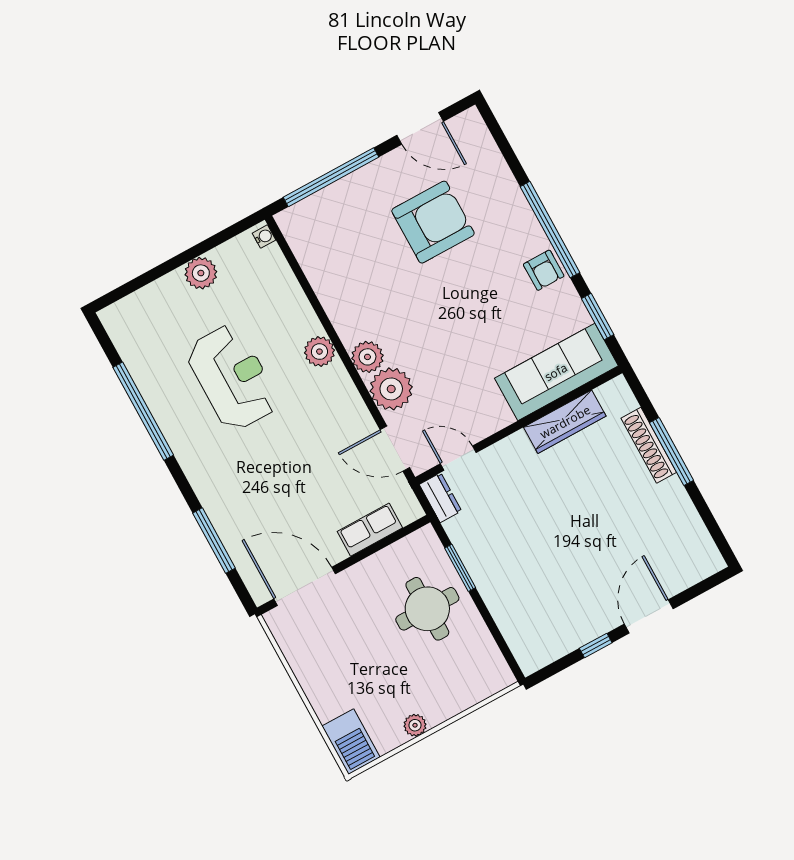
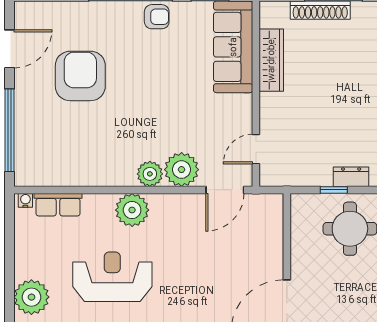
plant: (201, 273) -> (31, 297), moved, width x1.36, depth x1.36
plant: (319, 352) -> (132, 210), width x1.36, depth x1.36
dresser: (440, 498) -> (351, 177), moved
row of seats: (370, 530) -> (58, 205), moved, turned -90
window: (460, 568) -> (334, 190), width x0.67

